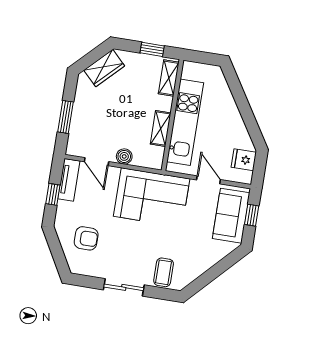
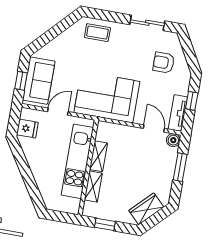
shelving: (169, 78) -> (93, 187), moved
boiler: (124, 156) -> (173, 140), moved
door: (209, 180) -> (58, 112), swing flipped
coffee table: (164, 272) -> (97, 33), turned 90
sliding door: (124, 287) -> (147, 23), moved

